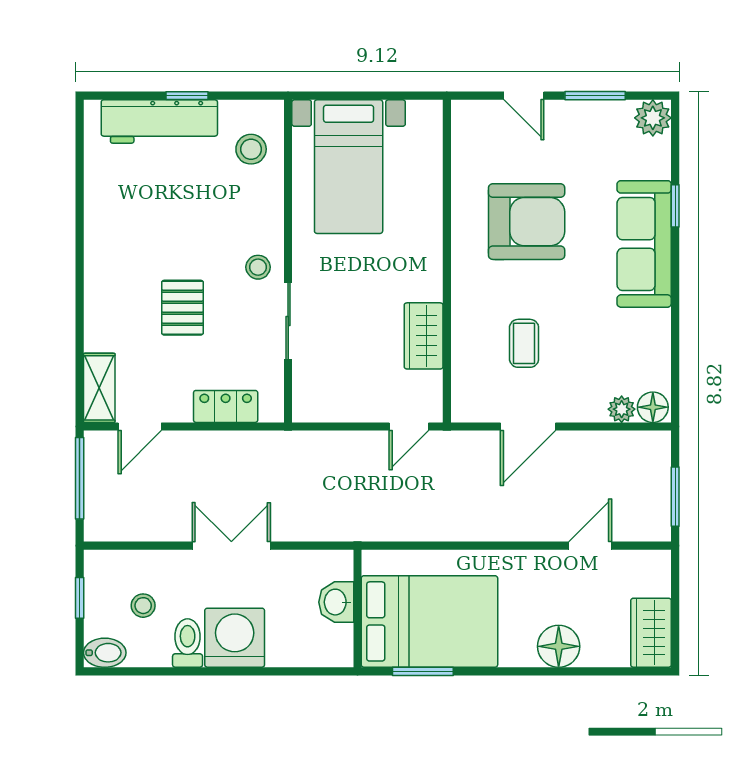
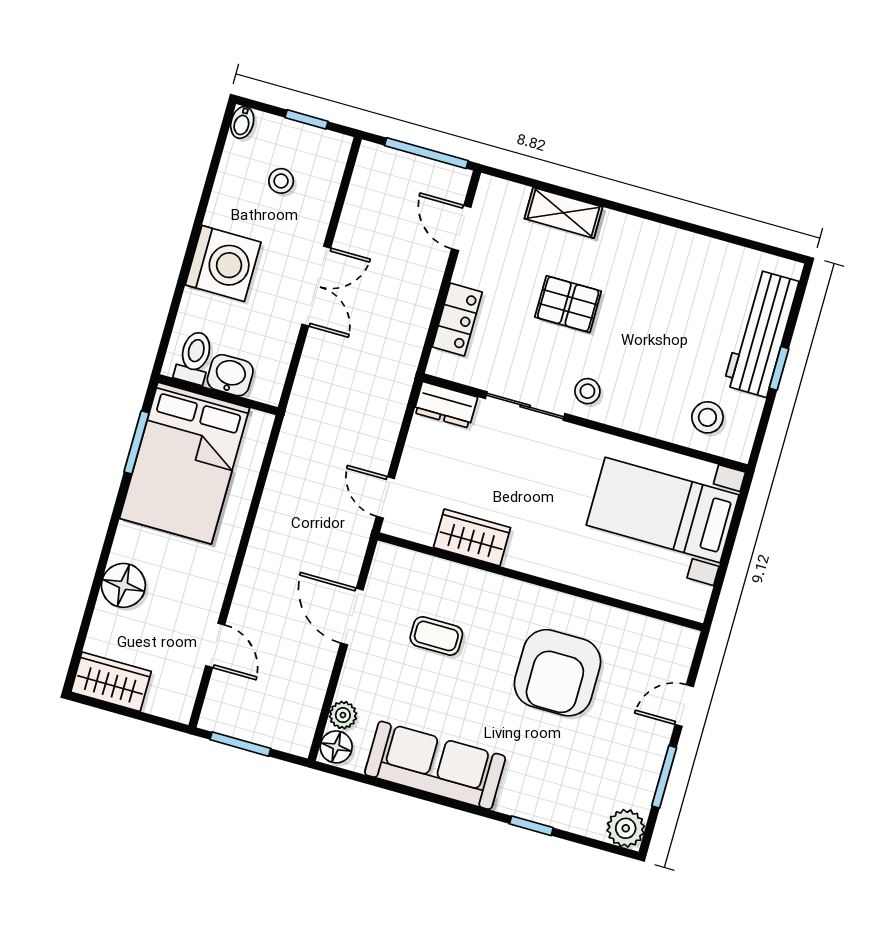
sofa: (644, 244) -> (435, 765), moved
shelving: (99, 388) -> (563, 213), moved
dresser: (308, 395) -> (446, 405), added
toilet: (188, 643) -> (194, 357), moved, turned -90
bidet: (105, 653) -> (242, 122), width x0.72, depth x0.74

